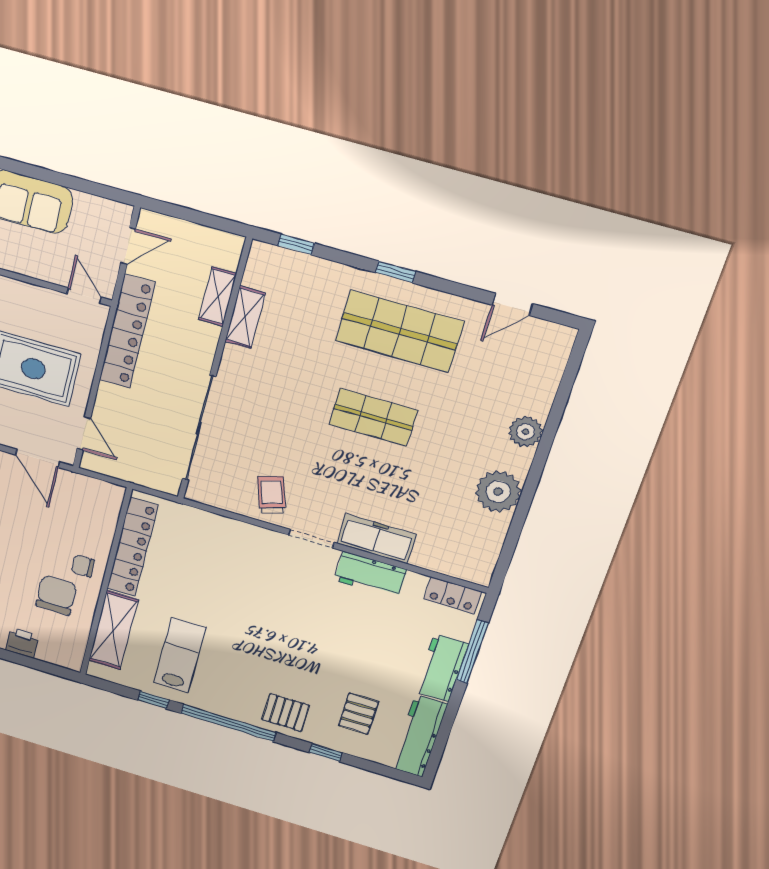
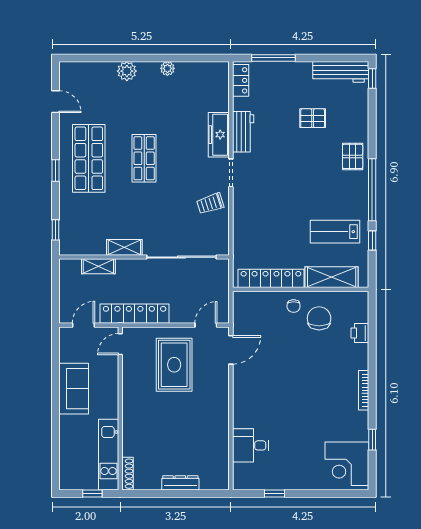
door: (128, 246) -> (83, 325), hinge flipped
shelving: (245, 317) -> (124, 247), moved
plant: (498, 492) -> (167, 68), width x0.53, depth x0.53
chair: (56, 595) -> (319, 318), turned 90
workbench: (441, 668) -> (290, 72), removed
pallet: (358, 714) -> (313, 118), moved
window: (326, 752) -> (372, 78), moved

